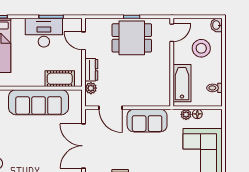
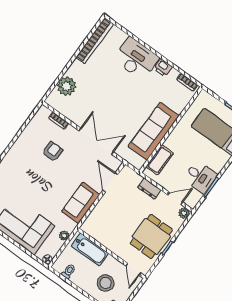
desk: (44, 33) -> (200, 177), width x0.73
plant: (91, 88) -> (184, 213), moved
door: (110, 108) -> (110, 182), hinge flipped
floor lamp: (197, 114) -> (47, 259), moved

